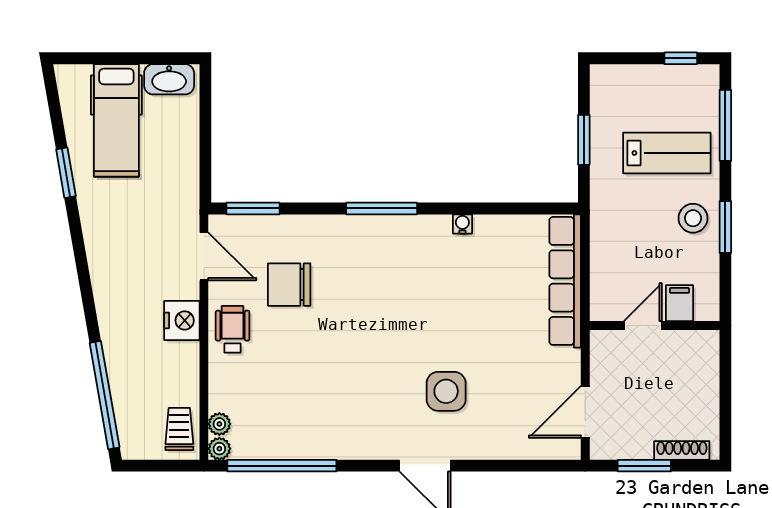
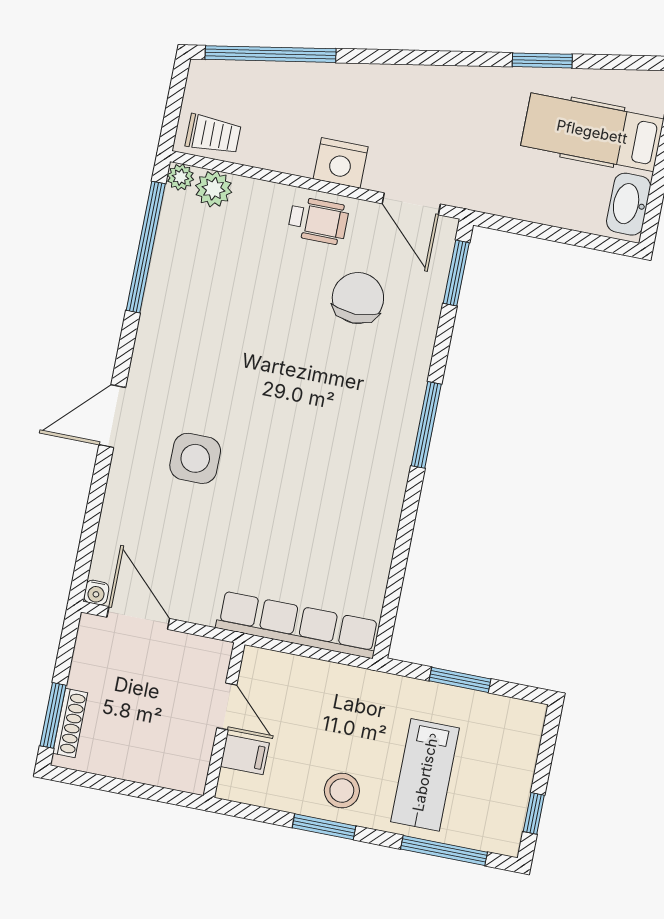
water cooler: (462, 224) -> (96, 592), moved, turned 90
door: (204, 256) -> (411, 204), hinge flipped
plant: (219, 424) -> (214, 189), width x1.38, depth x1.38
window: (644, 466) -> (53, 715), moved

